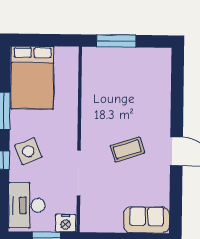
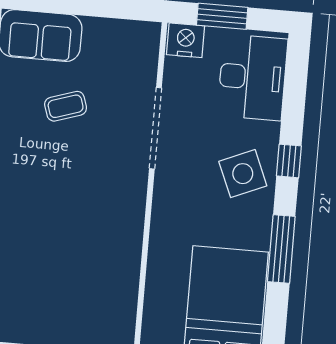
coffee table: (127, 149) -> (66, 106), moved, width x0.73, depth x0.77

